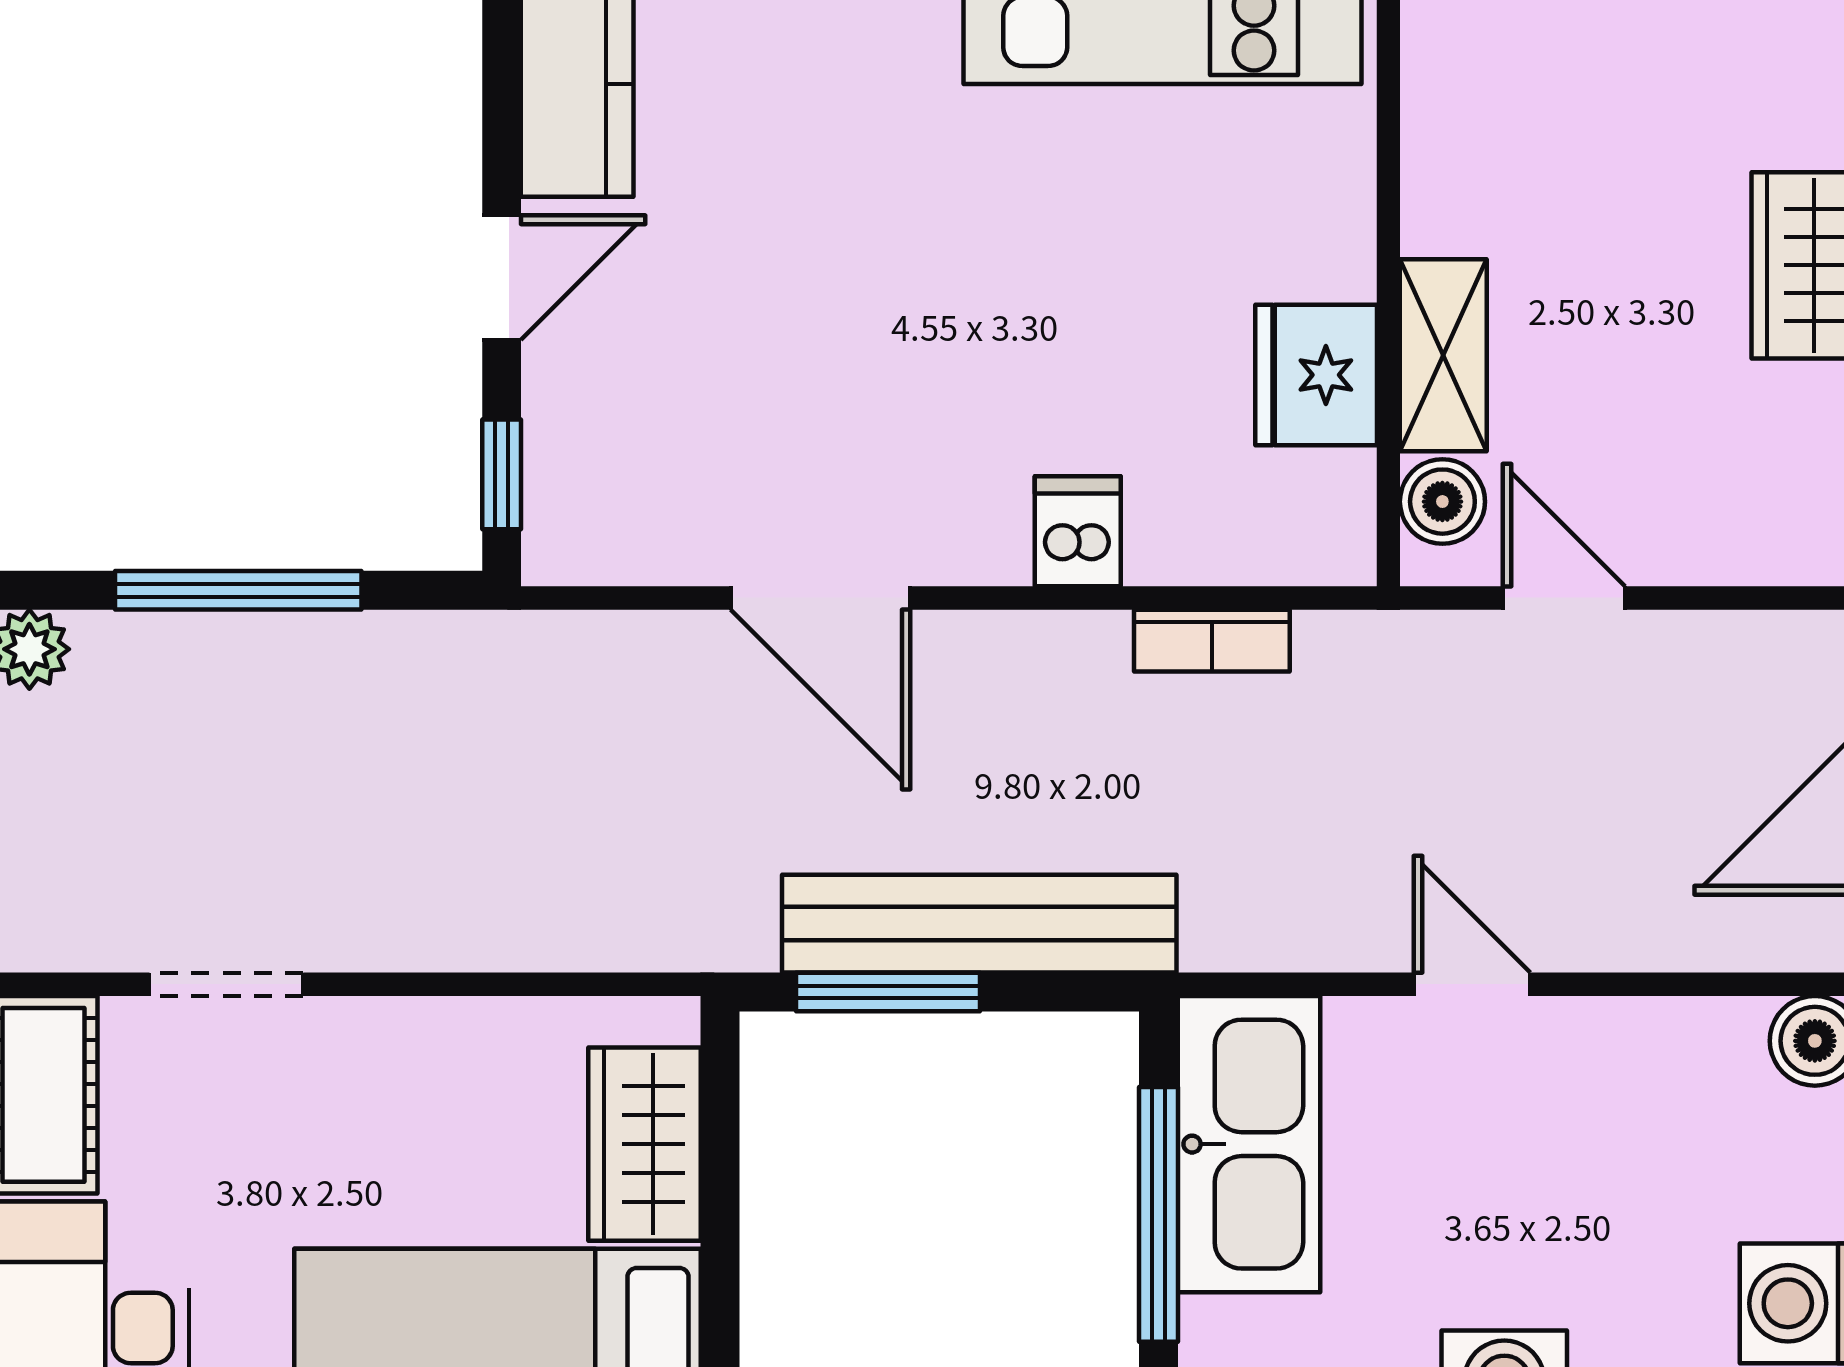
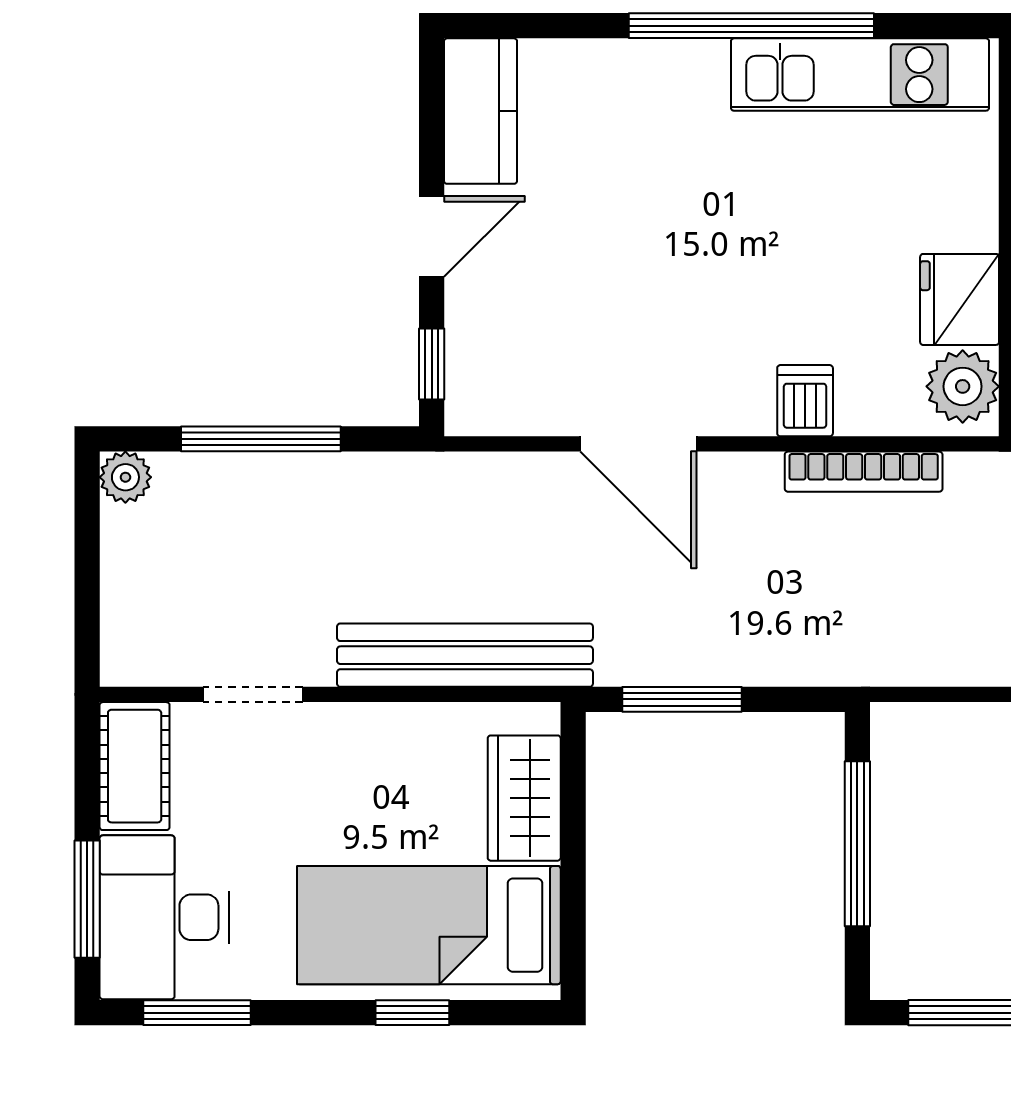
plant: (1321, 509) -> (963, 386), added
bookcase: (1212, 641) -> (864, 472), width x1.56
bench: (979, 924) -> (465, 655), moved
kitchen sink: (1249, 1144) -> (916, 798), removed

